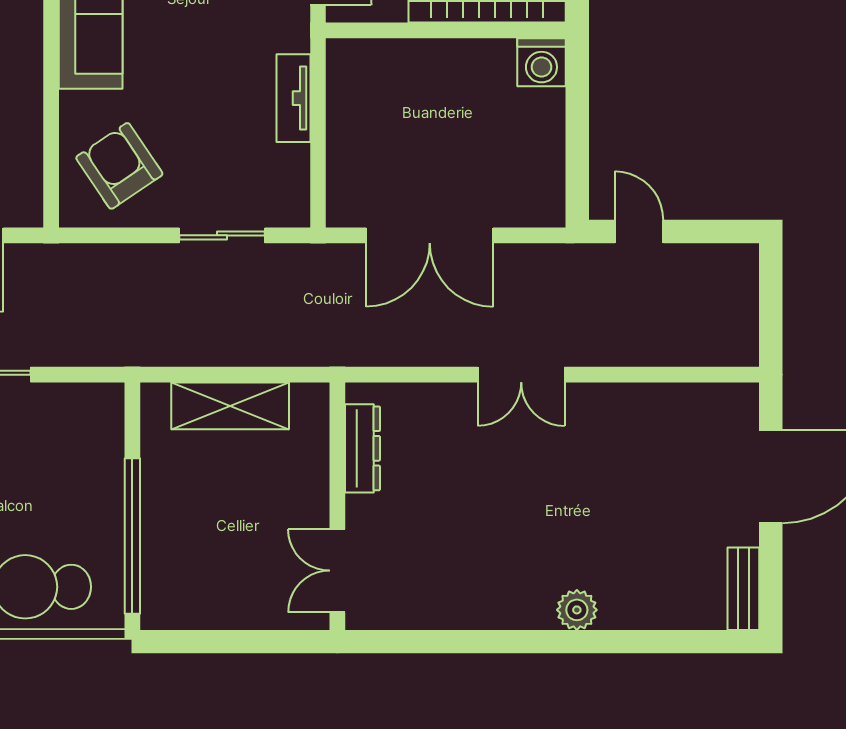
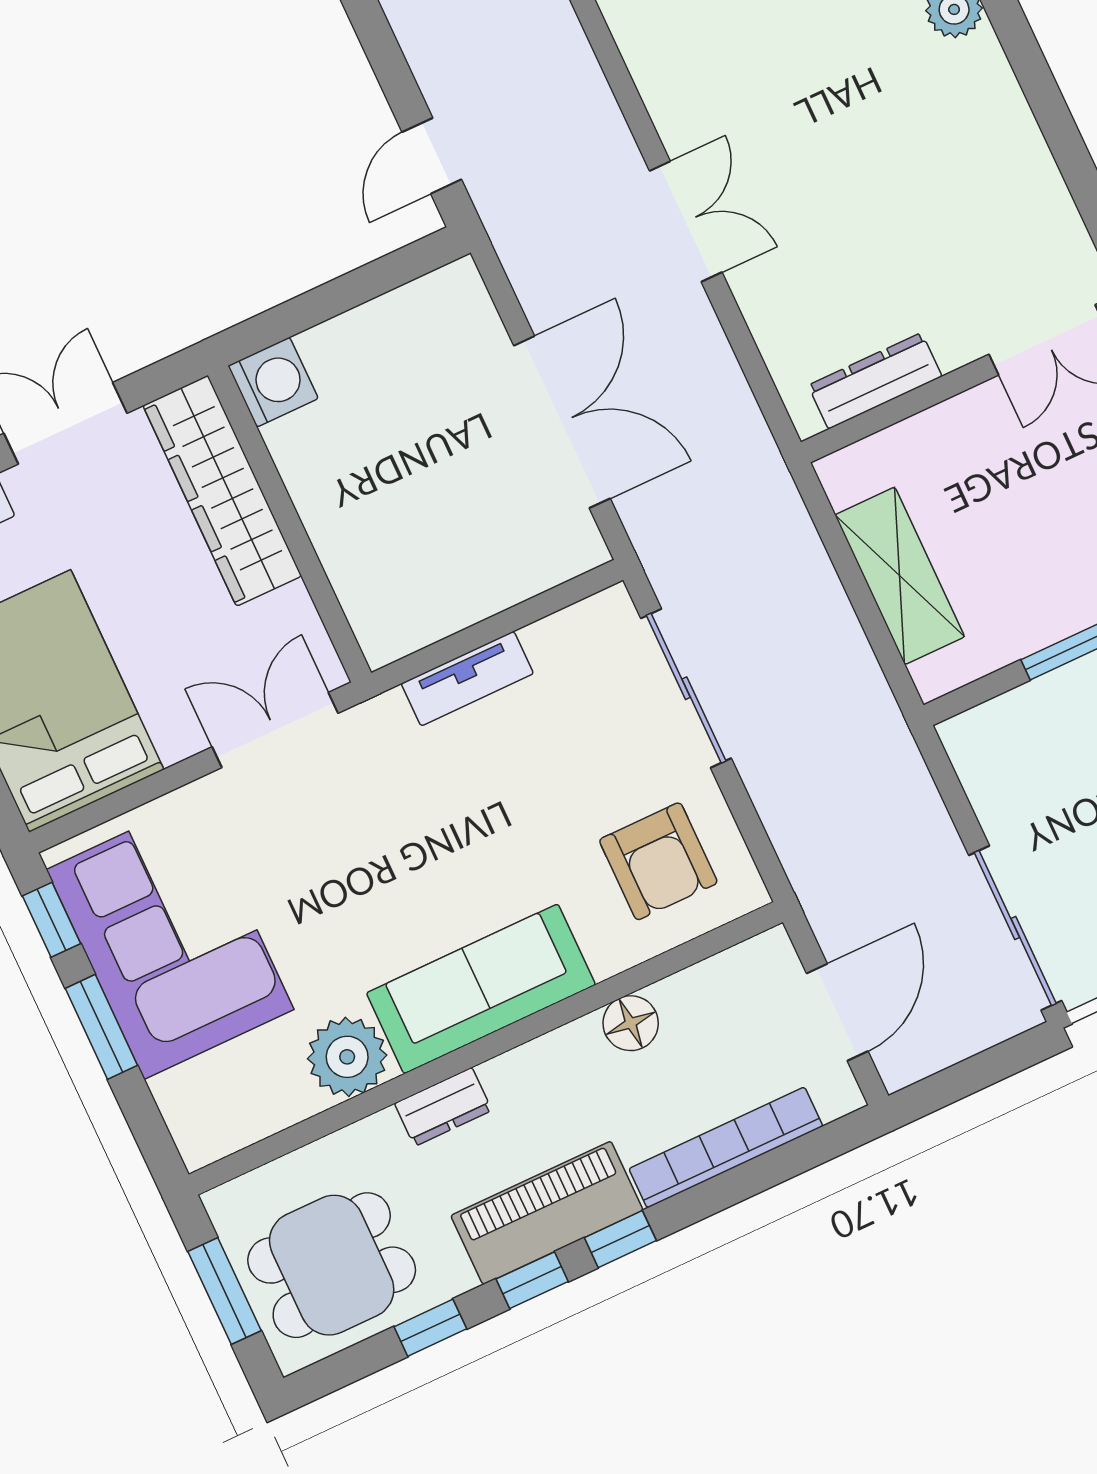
floor lamp: (24, 100) -> (631, 1023), added
armchair: (119, 166) -> (658, 861), turned -56
sliding door: (222, 235) -> (686, 688), width x1.37

